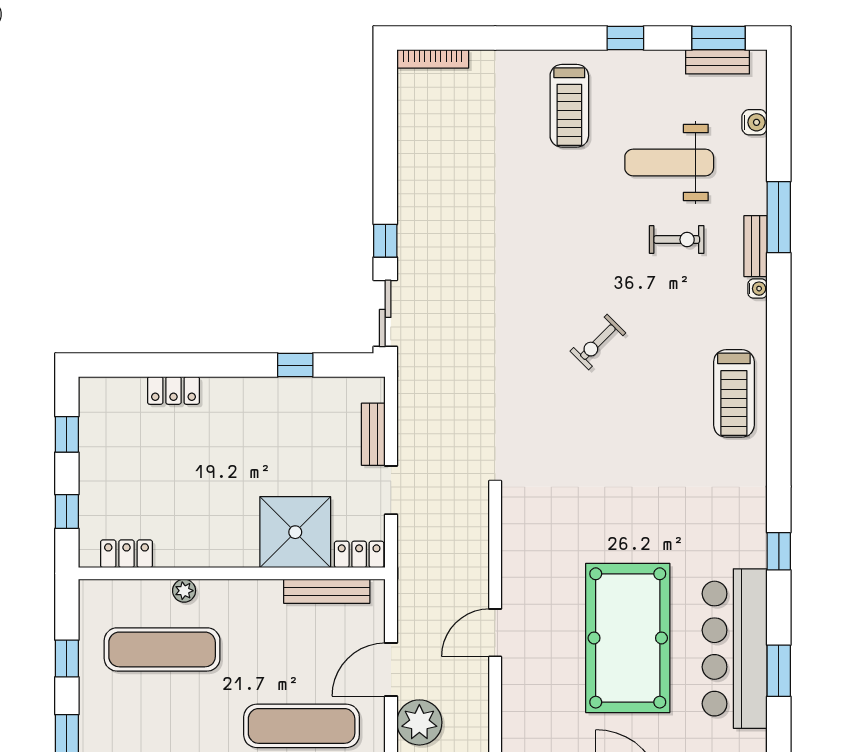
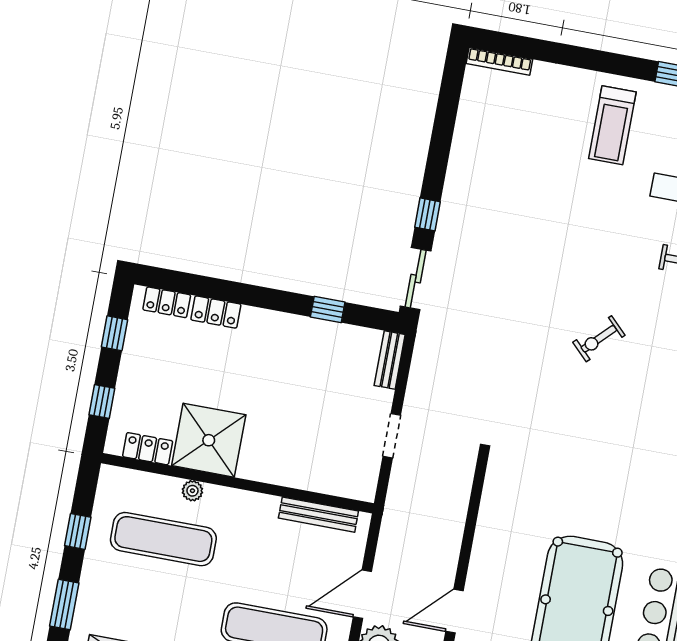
bench: (373, 434) -> (390, 360), moved
shower: (295, 532) -> (209, 440), moved
locker: (359, 554) -> (167, 302), moved, turned 180
door: (495, 633) -> (454, 611), moved

